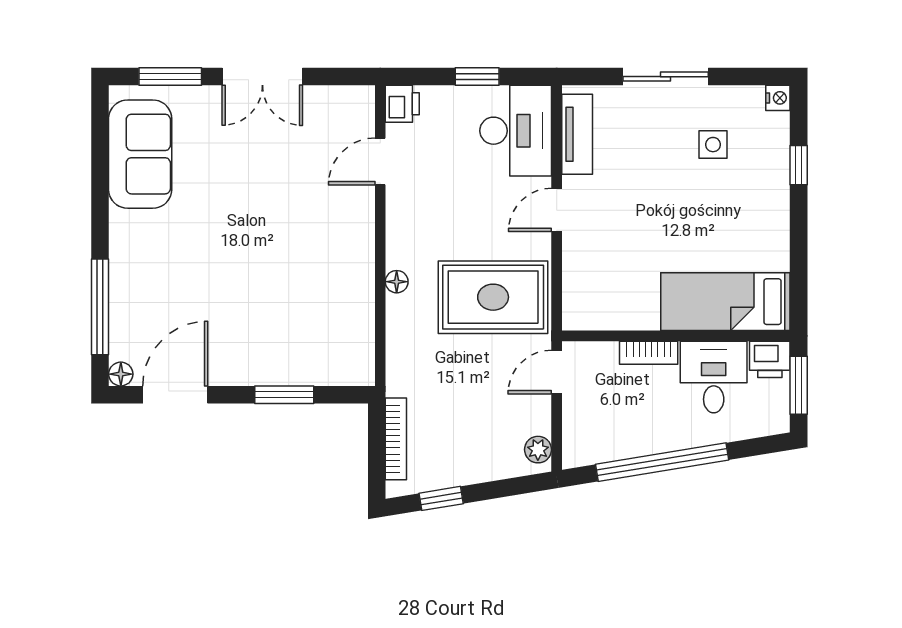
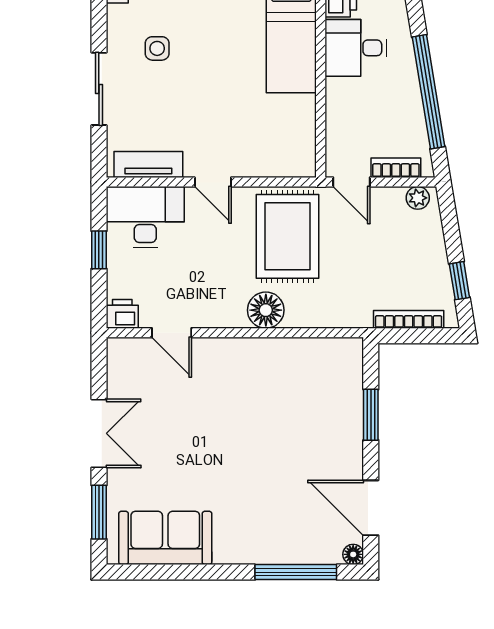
floor lamp: (397, 282) -> (266, 310), width x1.89, depth x1.89
bookcase: (649, 353) -> (396, 168), moved, turned -90

